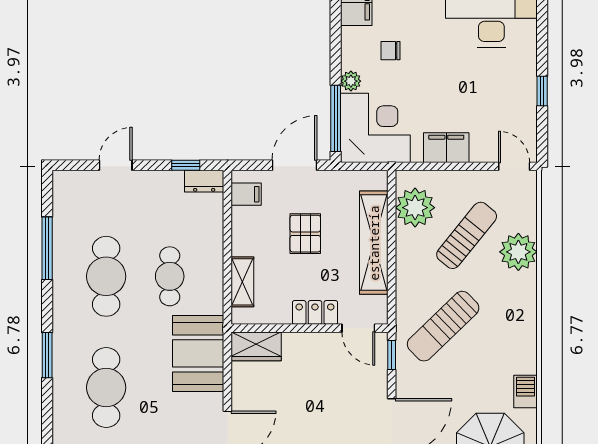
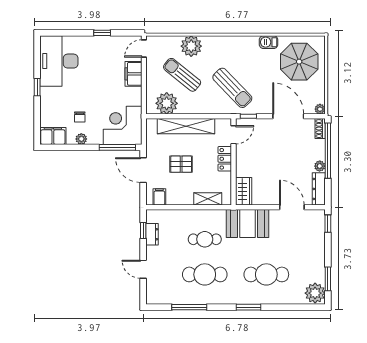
plant: (351, 81) -> (81, 139), moved
filing cabinet: (446, 148) -> (134, 74), moved
dresser: (204, 181) -> (152, 234), moved

